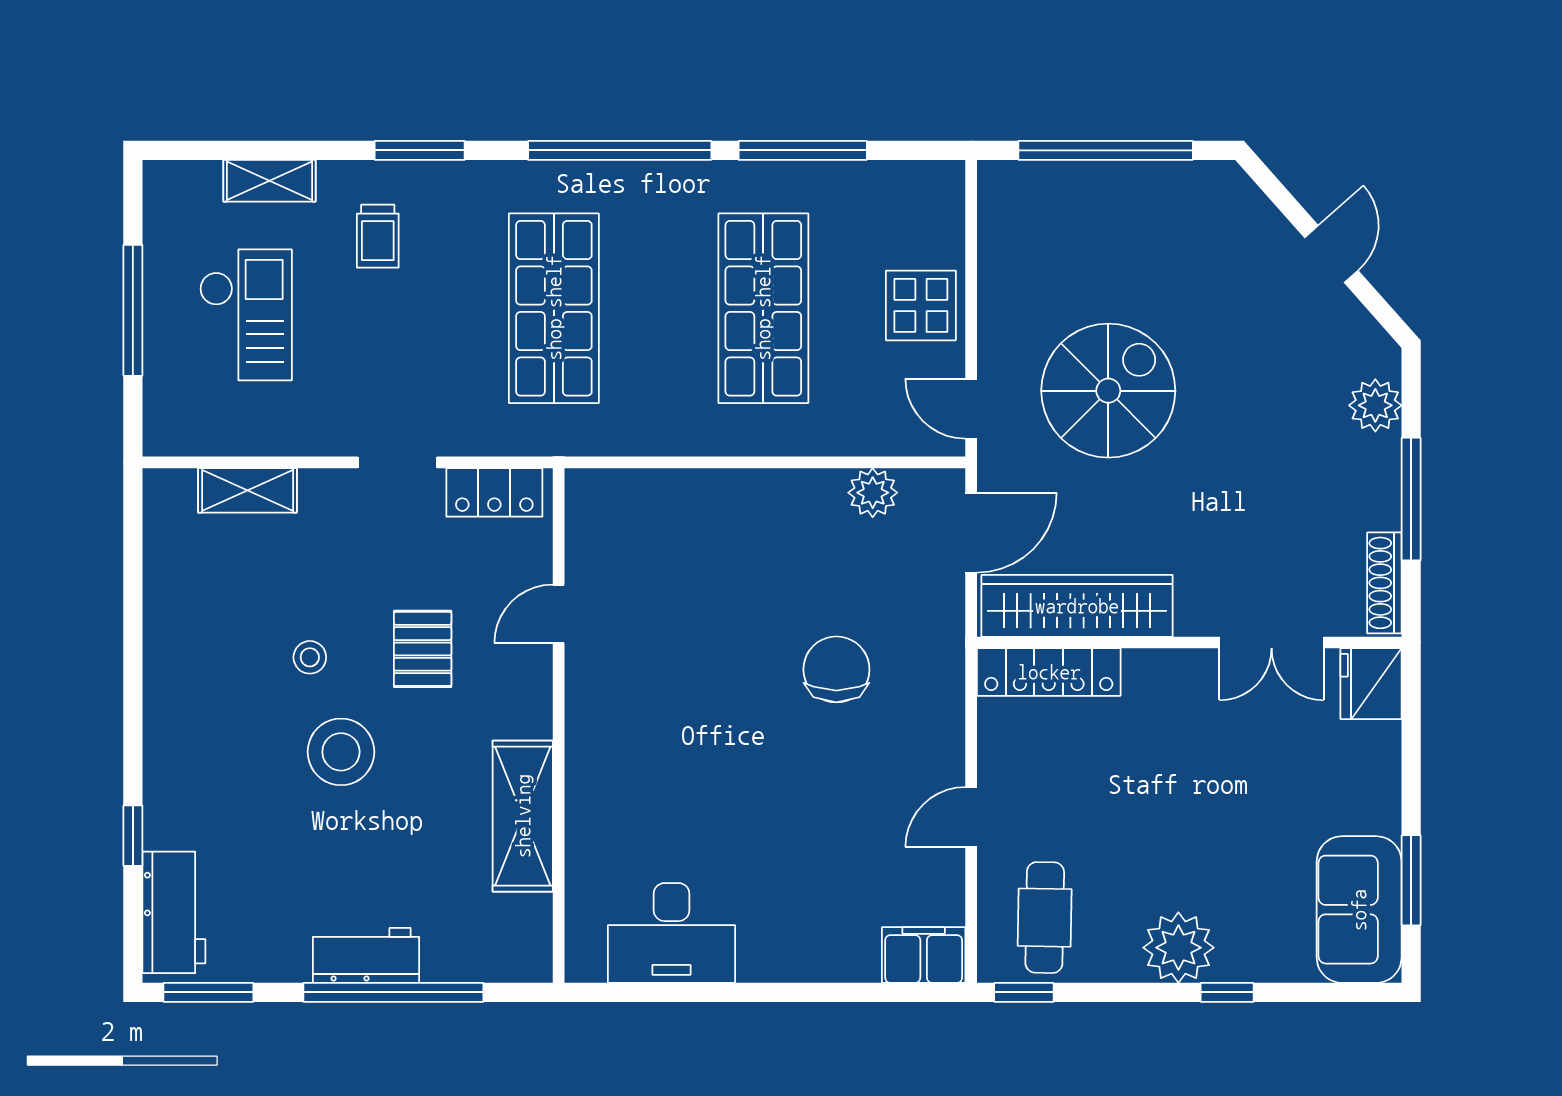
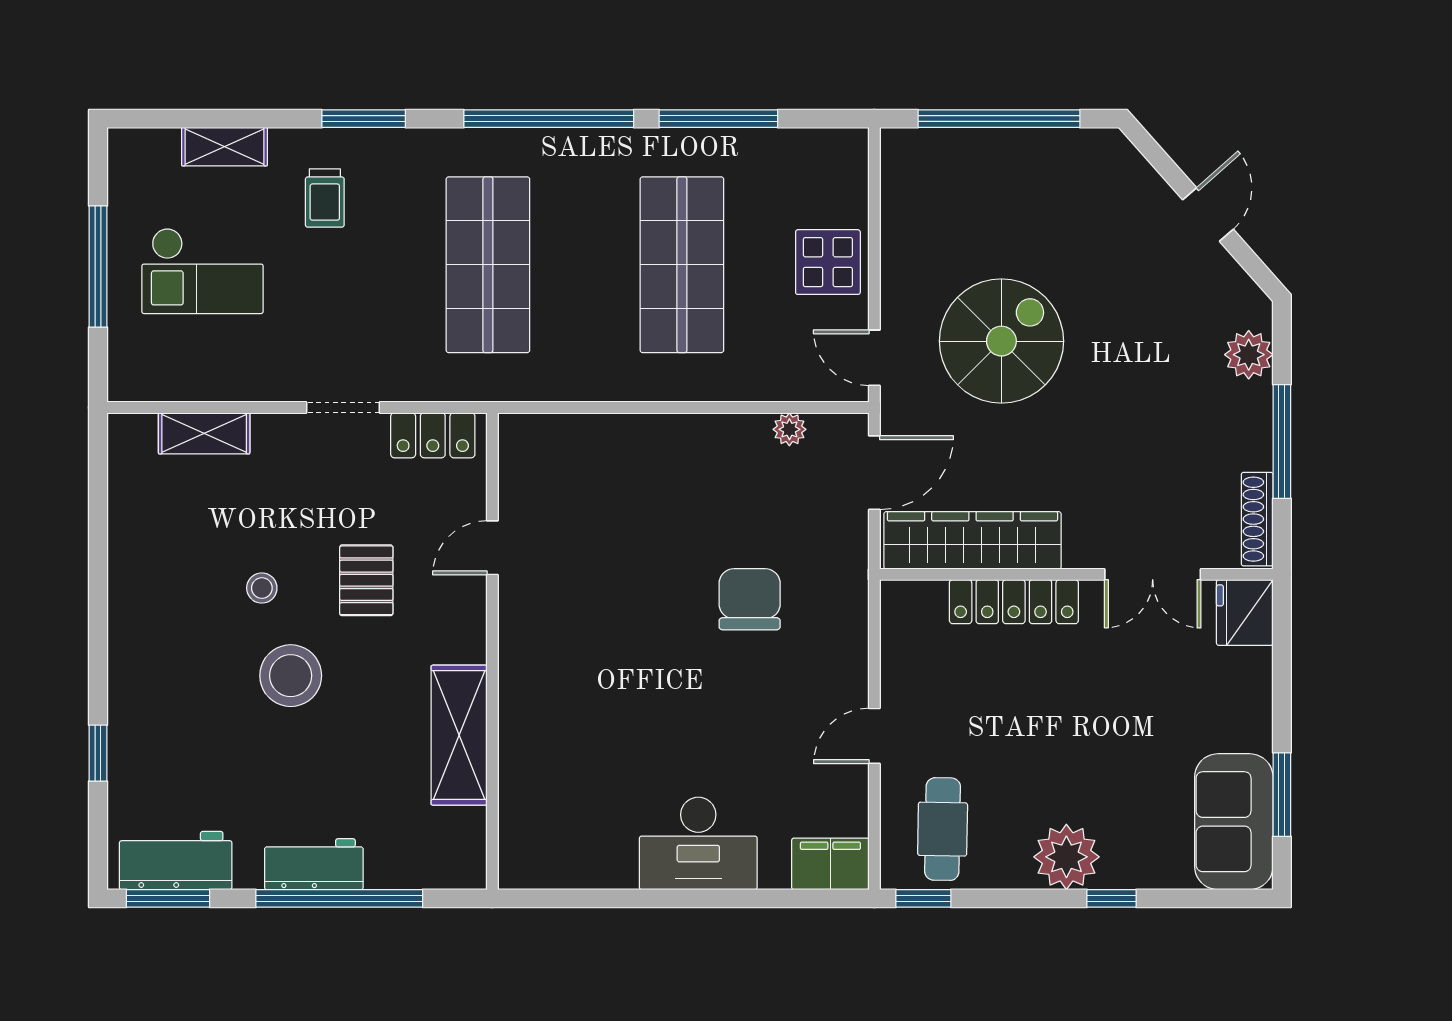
checkout: (246, 315) -> (202, 271), turned 90
plant: (873, 493) -> (789, 429), width x0.73, depth x0.73
locker: (1049, 672) -> (1014, 602), moved
workbench: (174, 912) -> (176, 861), moved, turned -90
desk: (672, 933) -> (698, 843), moved

